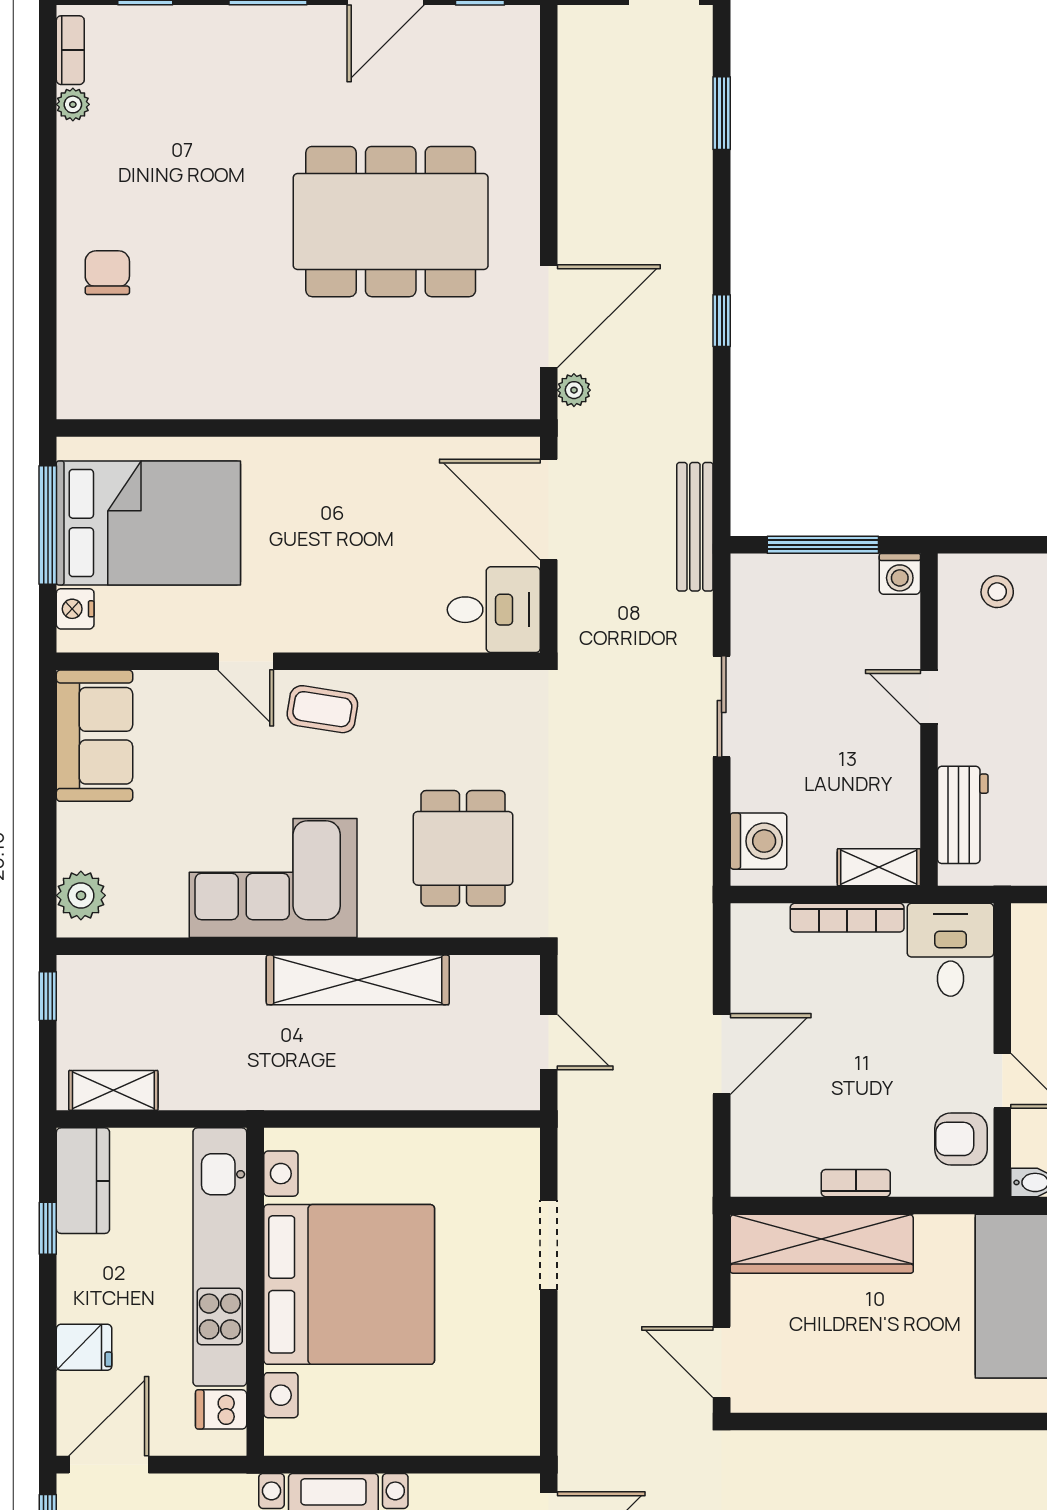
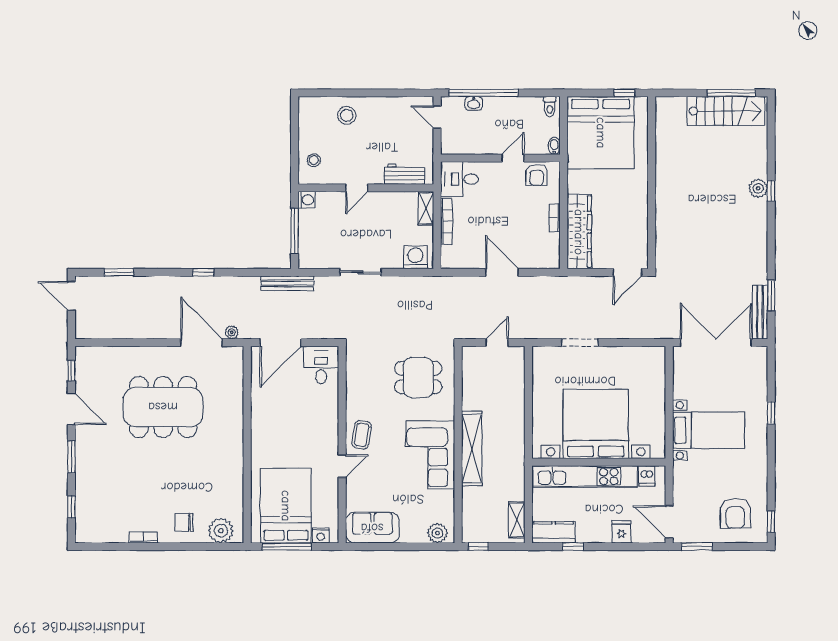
bookcase: (70, 50) -> (143, 537), moved
plant: (73, 104) -> (221, 531), moved, width x1.87, depth x1.87
dining table: (391, 222) -> (163, 407), turned 90
shelving: (358, 980) -> (472, 449), moved

